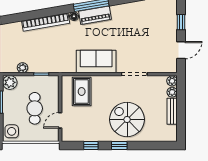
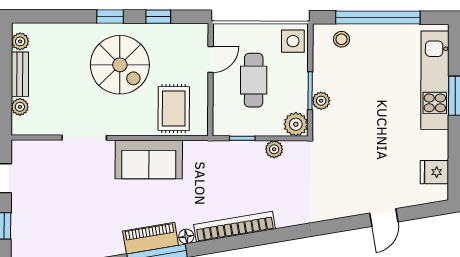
plant: (172, 81) -> (20, 41), moved
spiral stairs: (127, 119) -> (120, 65), moved

